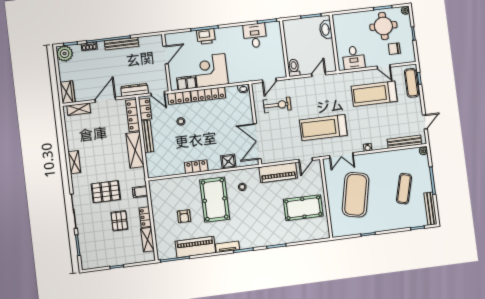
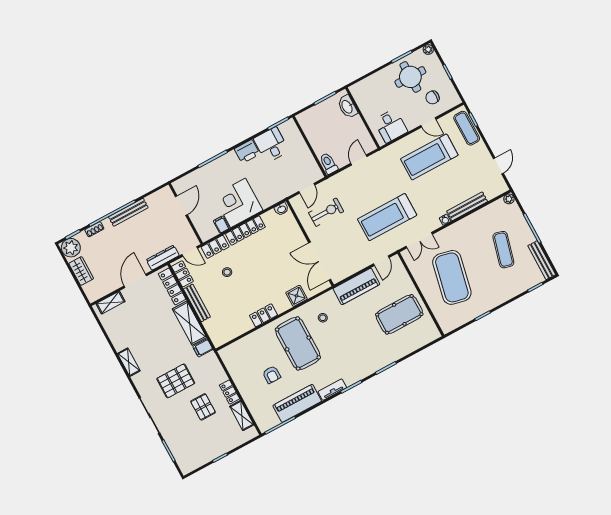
printer: (206, 36) -> (247, 151), moved
filing cabinet: (187, 83) -> (221, 225), width x0.50
wardrobe: (67, 92) -> (81, 271), moved
bench: (404, 142) -> (467, 206), moved
filing cabinet: (140, 192) -> (203, 348), moved

